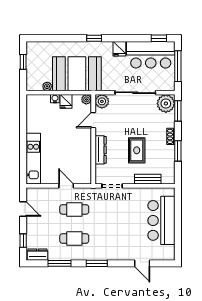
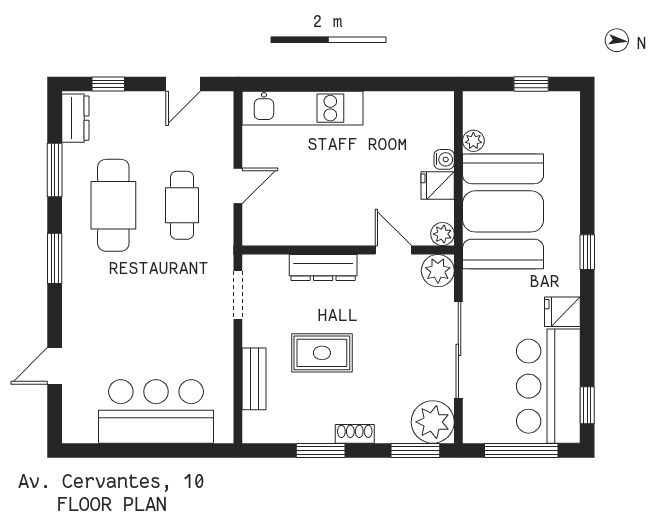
cafe table: (74, 238) -> (113, 205), width x1.37, depth x1.35

